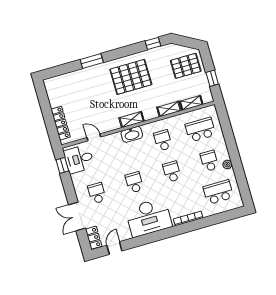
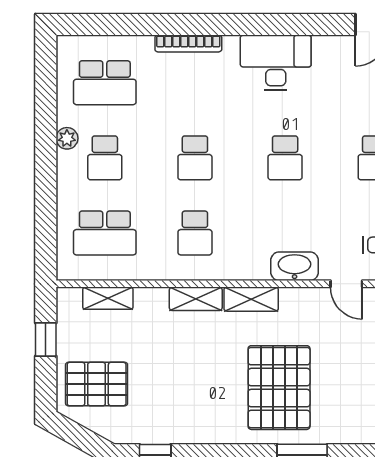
pallet: (131, 77) -> (279, 388), moved, turned 90
shelving: (169, 109) -> (196, 299), moved
washbasin: (132, 134) -> (295, 266), moved
desk: (149, 217) -> (276, 63), width x0.73, depth x0.77

